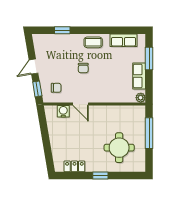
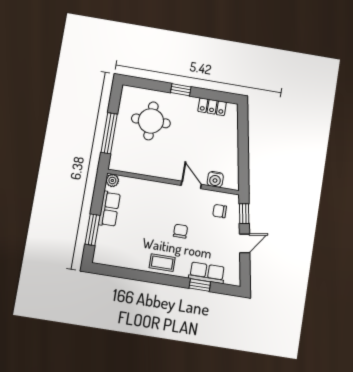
row of seats: (124, 40) -> (207, 273), moved

